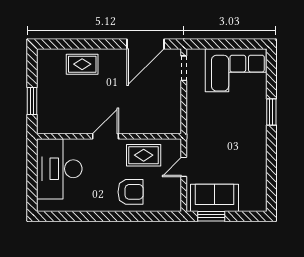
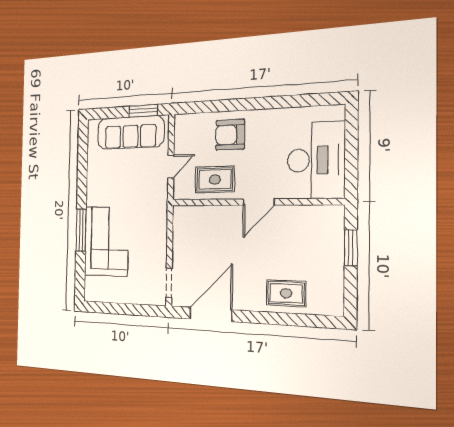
corner sofa: (236, 70) -> (106, 241), moved, turned 90
window: (271, 112) -> (81, 230), width x1.44
sofa: (215, 198) -> (130, 132), width x1.36

